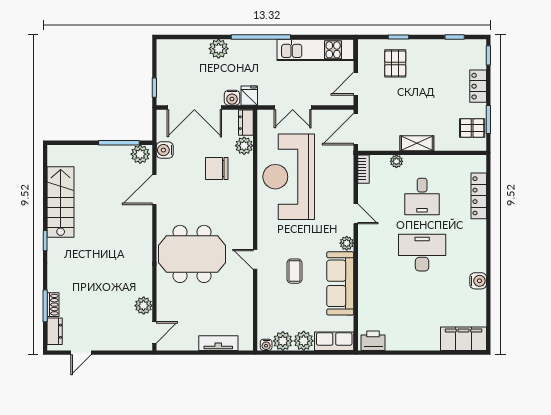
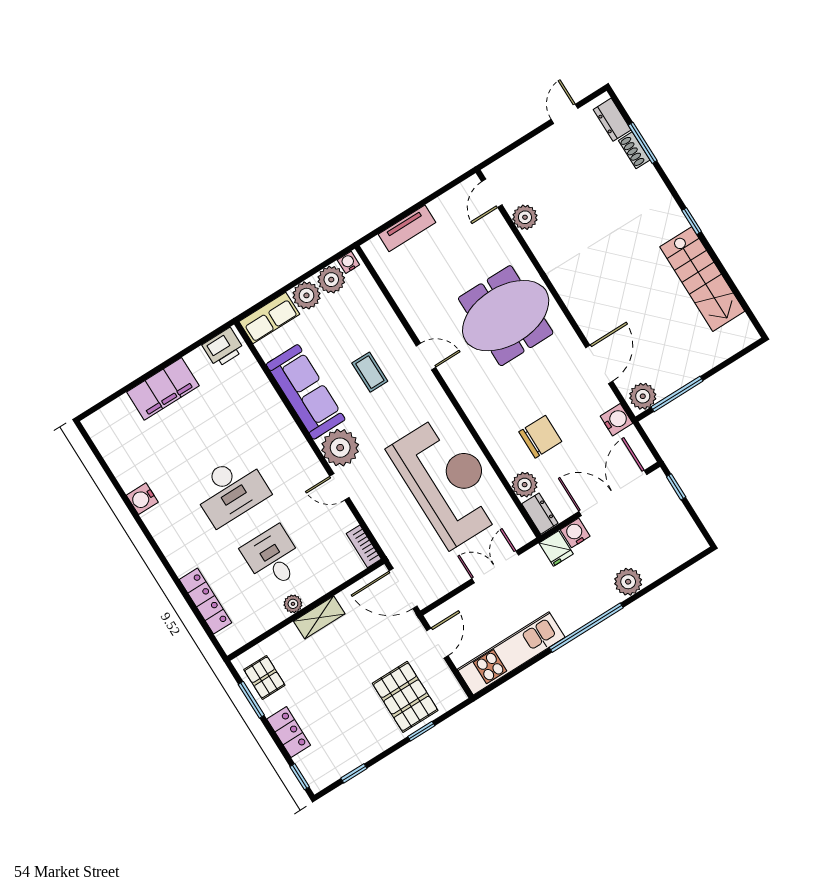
pallet: (395, 63) -> (405, 697), width x1.50, depth x1.42
pallet: (472, 128) -> (264, 677), turned 90
door: (356, 129) -> (403, 588), swing flipped
plant: (396, 161) -> (293, 604), moved
plant: (347, 243) -> (340, 448), width x1.88, depth x1.88
filing cabinet: (464, 339) -> (163, 389), moved

